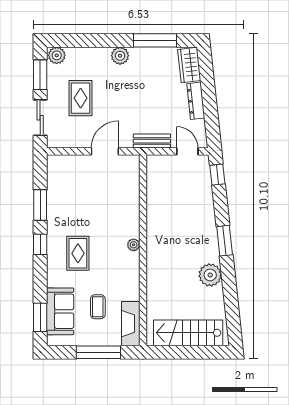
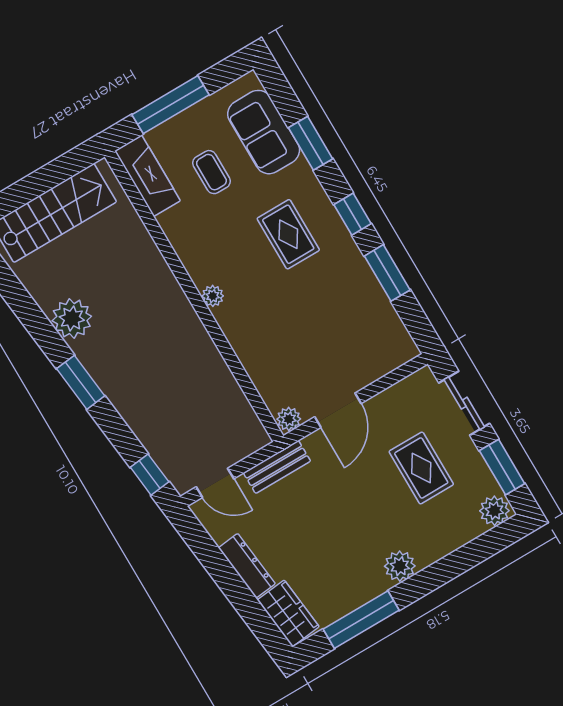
plant: (132, 161) -> (289, 419), added
window: (40, 317) -> (311, 143), moved

